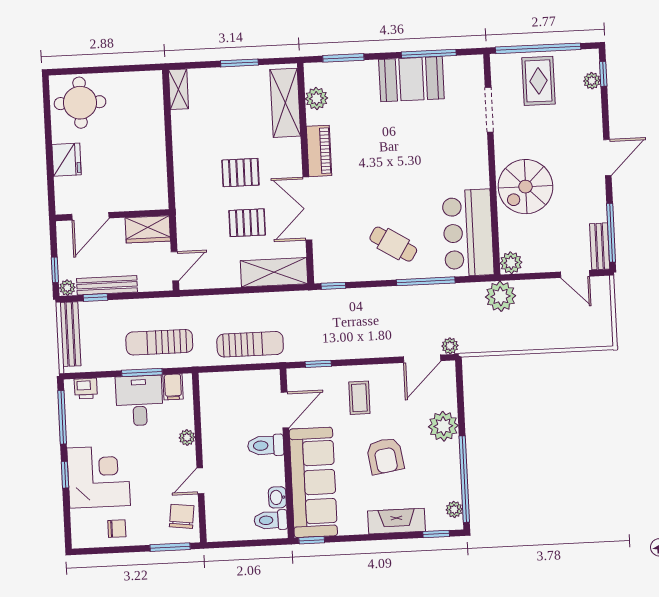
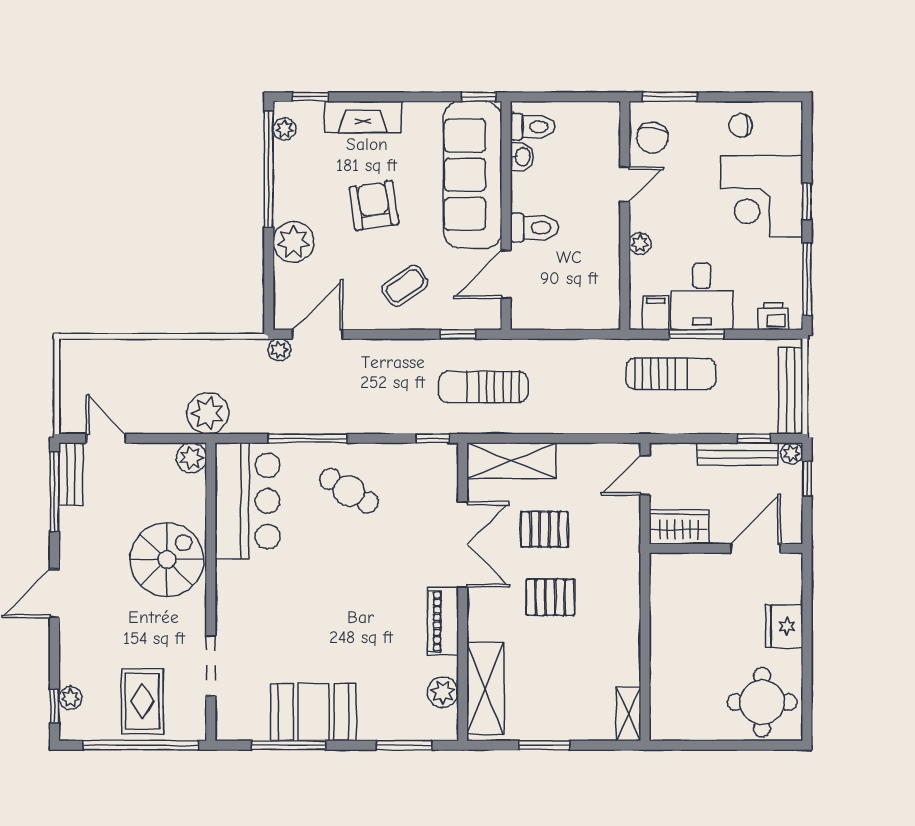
sun lounger: (250, 344) -> (483, 387), moved
coffee table: (359, 398) -> (405, 286), turned 56

